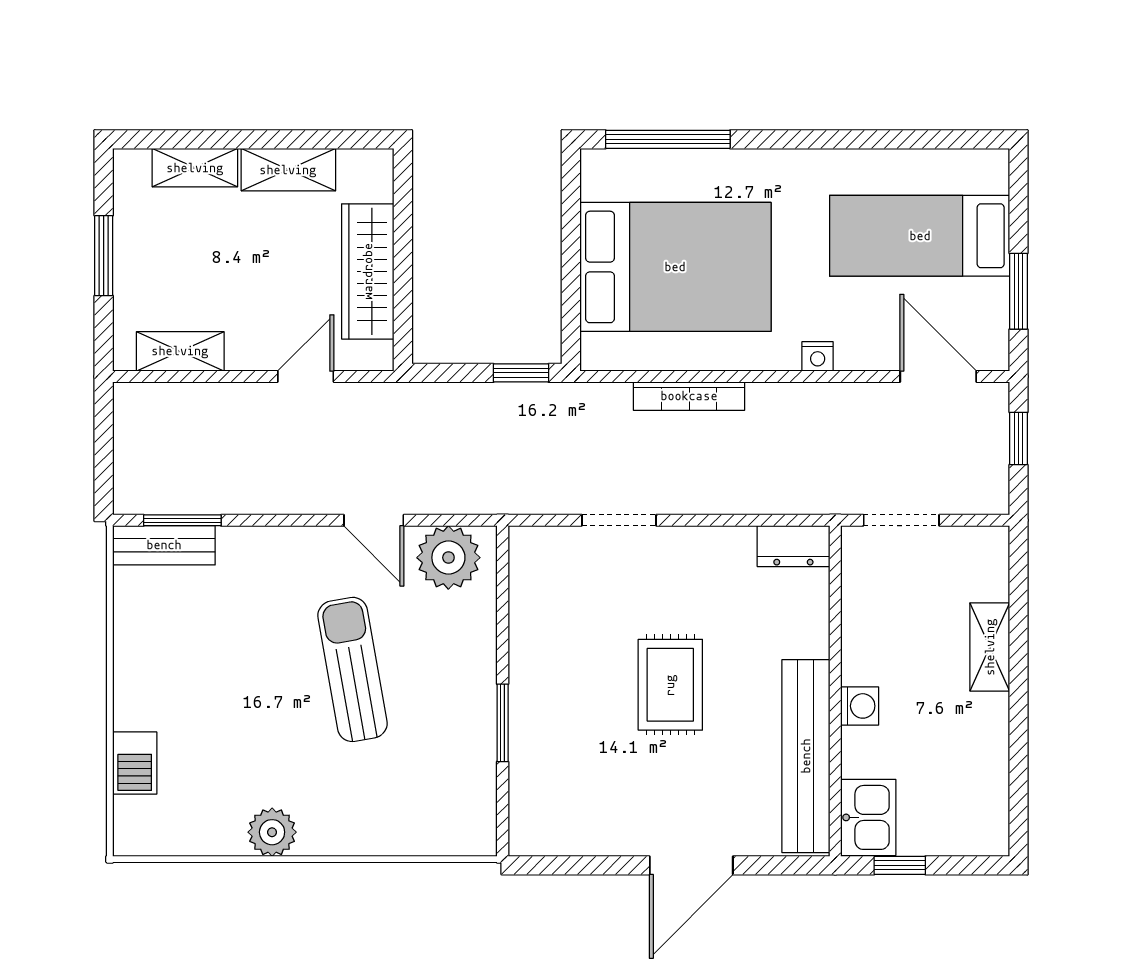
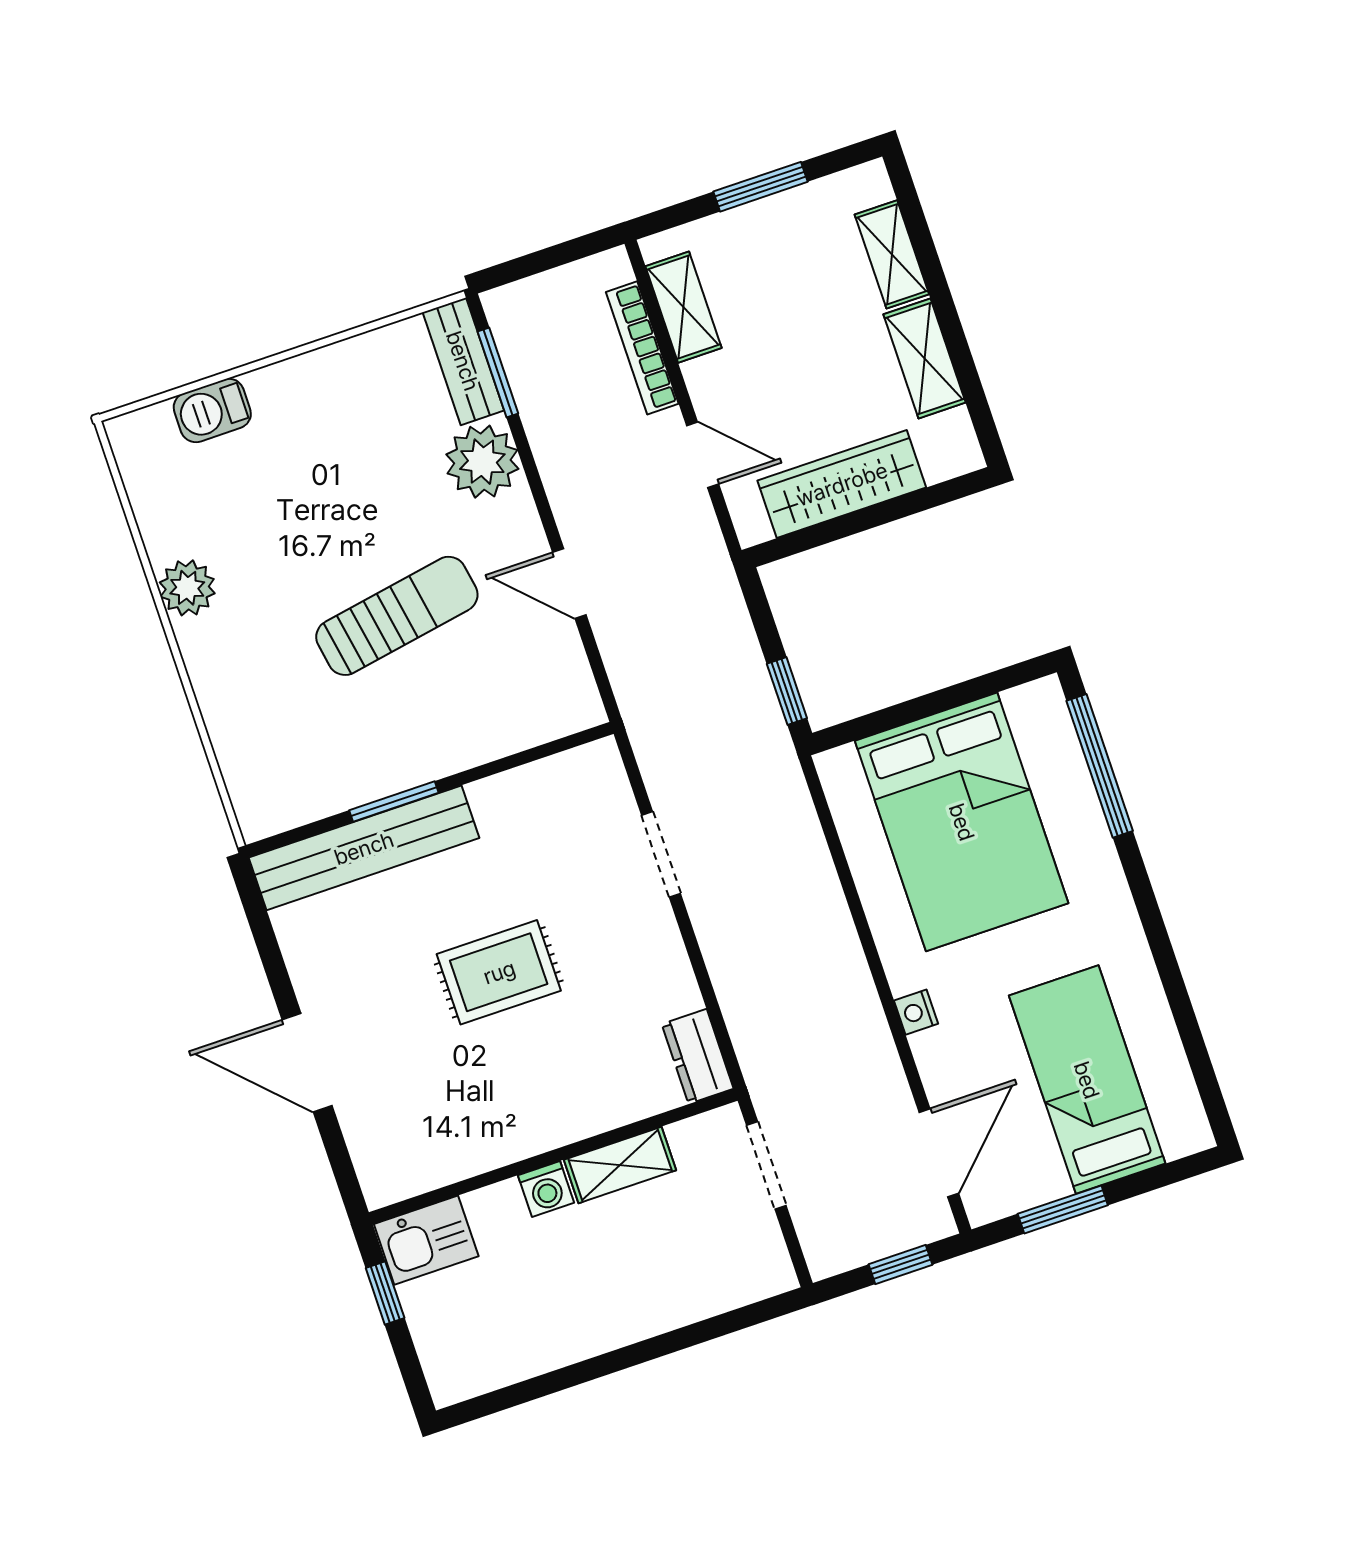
bookcase: (689, 396) -> (642, 348), moved
door: (374, 520) -> (569, 584), hinge flipped
plant: (448, 558) -> (482, 462), moved
shelving: (990, 647) -> (620, 1165), moved
bench: (806, 756) -> (364, 848), moved

